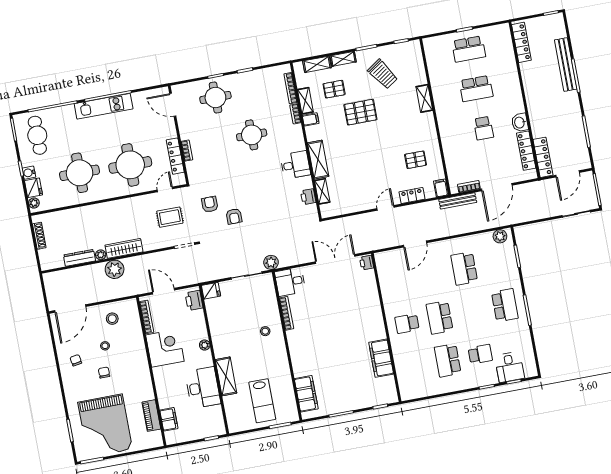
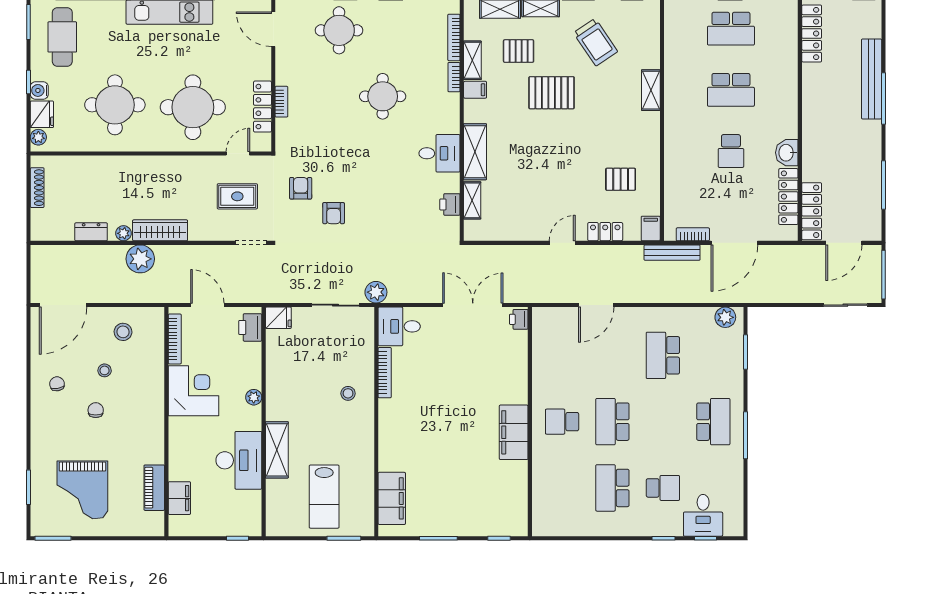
dresser: (79, 258) -> (91, 232), width x0.70
filing cabinet: (381, 358) -> (514, 432), moved
grand piano: (105, 426) -> (82, 490), width x0.73, depth x0.68

